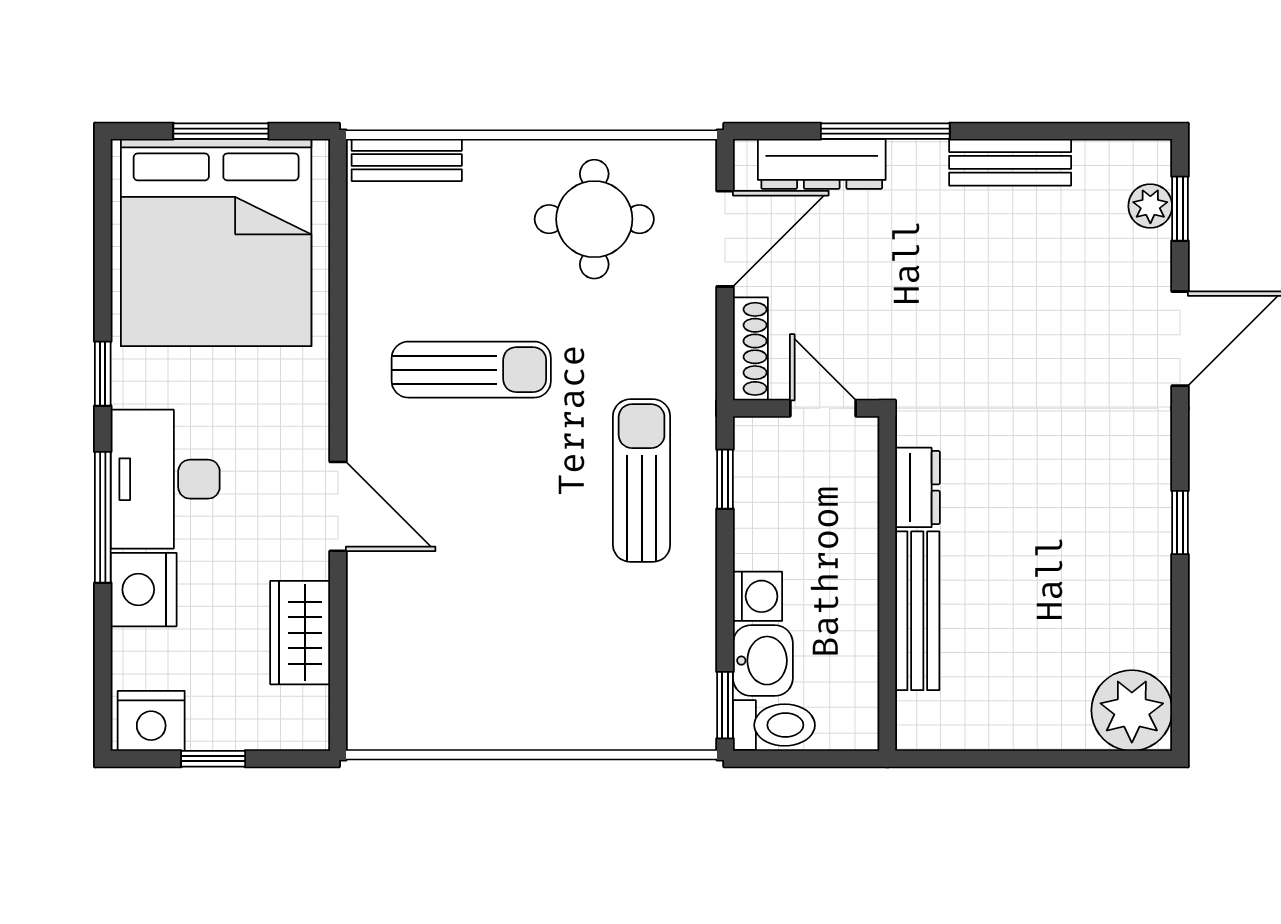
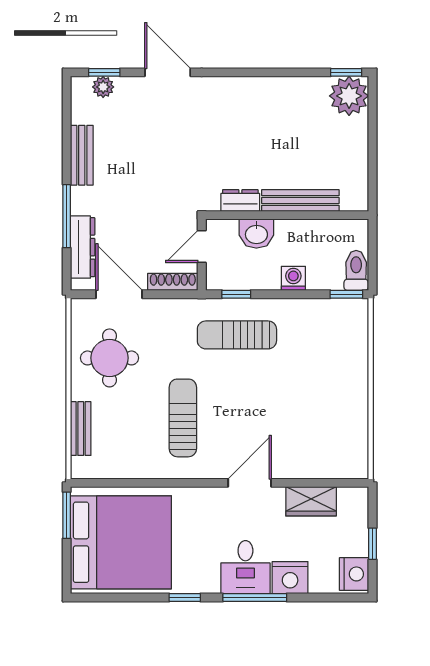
window: (221, 131) -> (67, 515), moved
bench: (407, 160) -> (81, 429), moved
desk: (165, 479) -> (245, 567), width x0.73
window: (1180, 522) -> (346, 72), moved
washbasin: (763, 661) -> (256, 234), moved, turned 180

